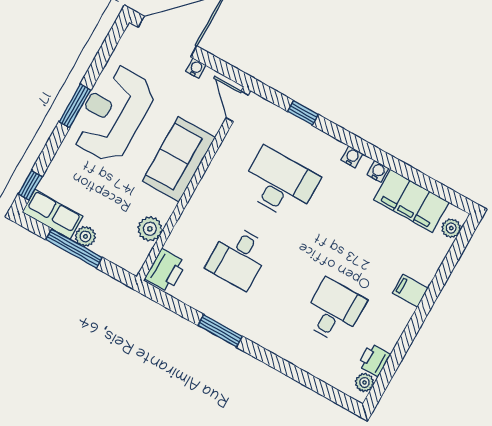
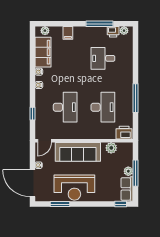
window: (75, 106) -> (60, 204), moved
sofa: (179, 159) -> (78, 152), width x1.36
desk: (280, 184) -> (65, 107), turned 180
desk: (238, 257) -> (103, 107), width x1.37
filing cabinet: (410, 291) -> (68, 33), moved
window: (220, 331) -> (136, 98), width x1.44
window: (405, 342) -> (99, 24), added

